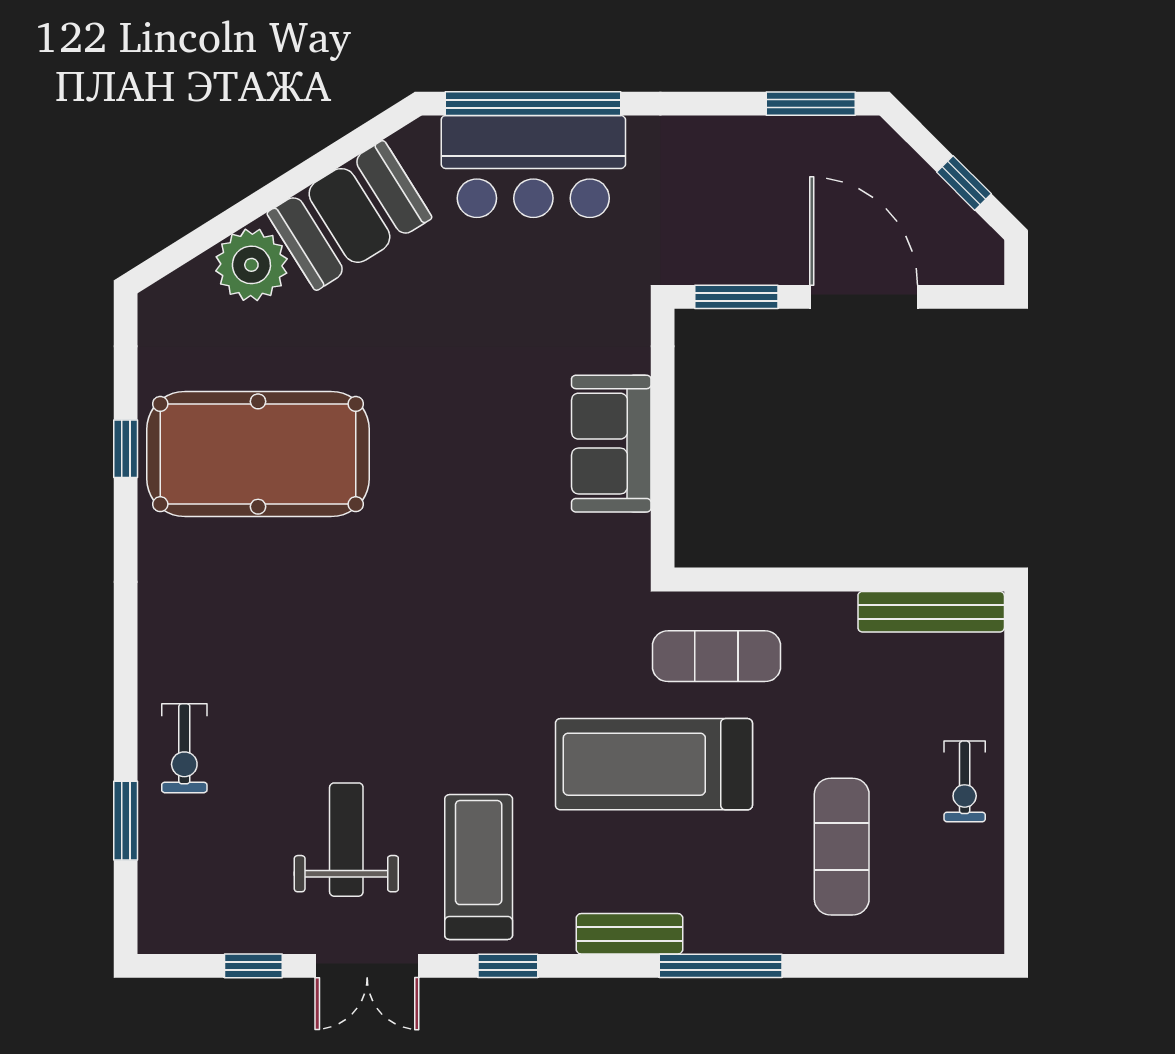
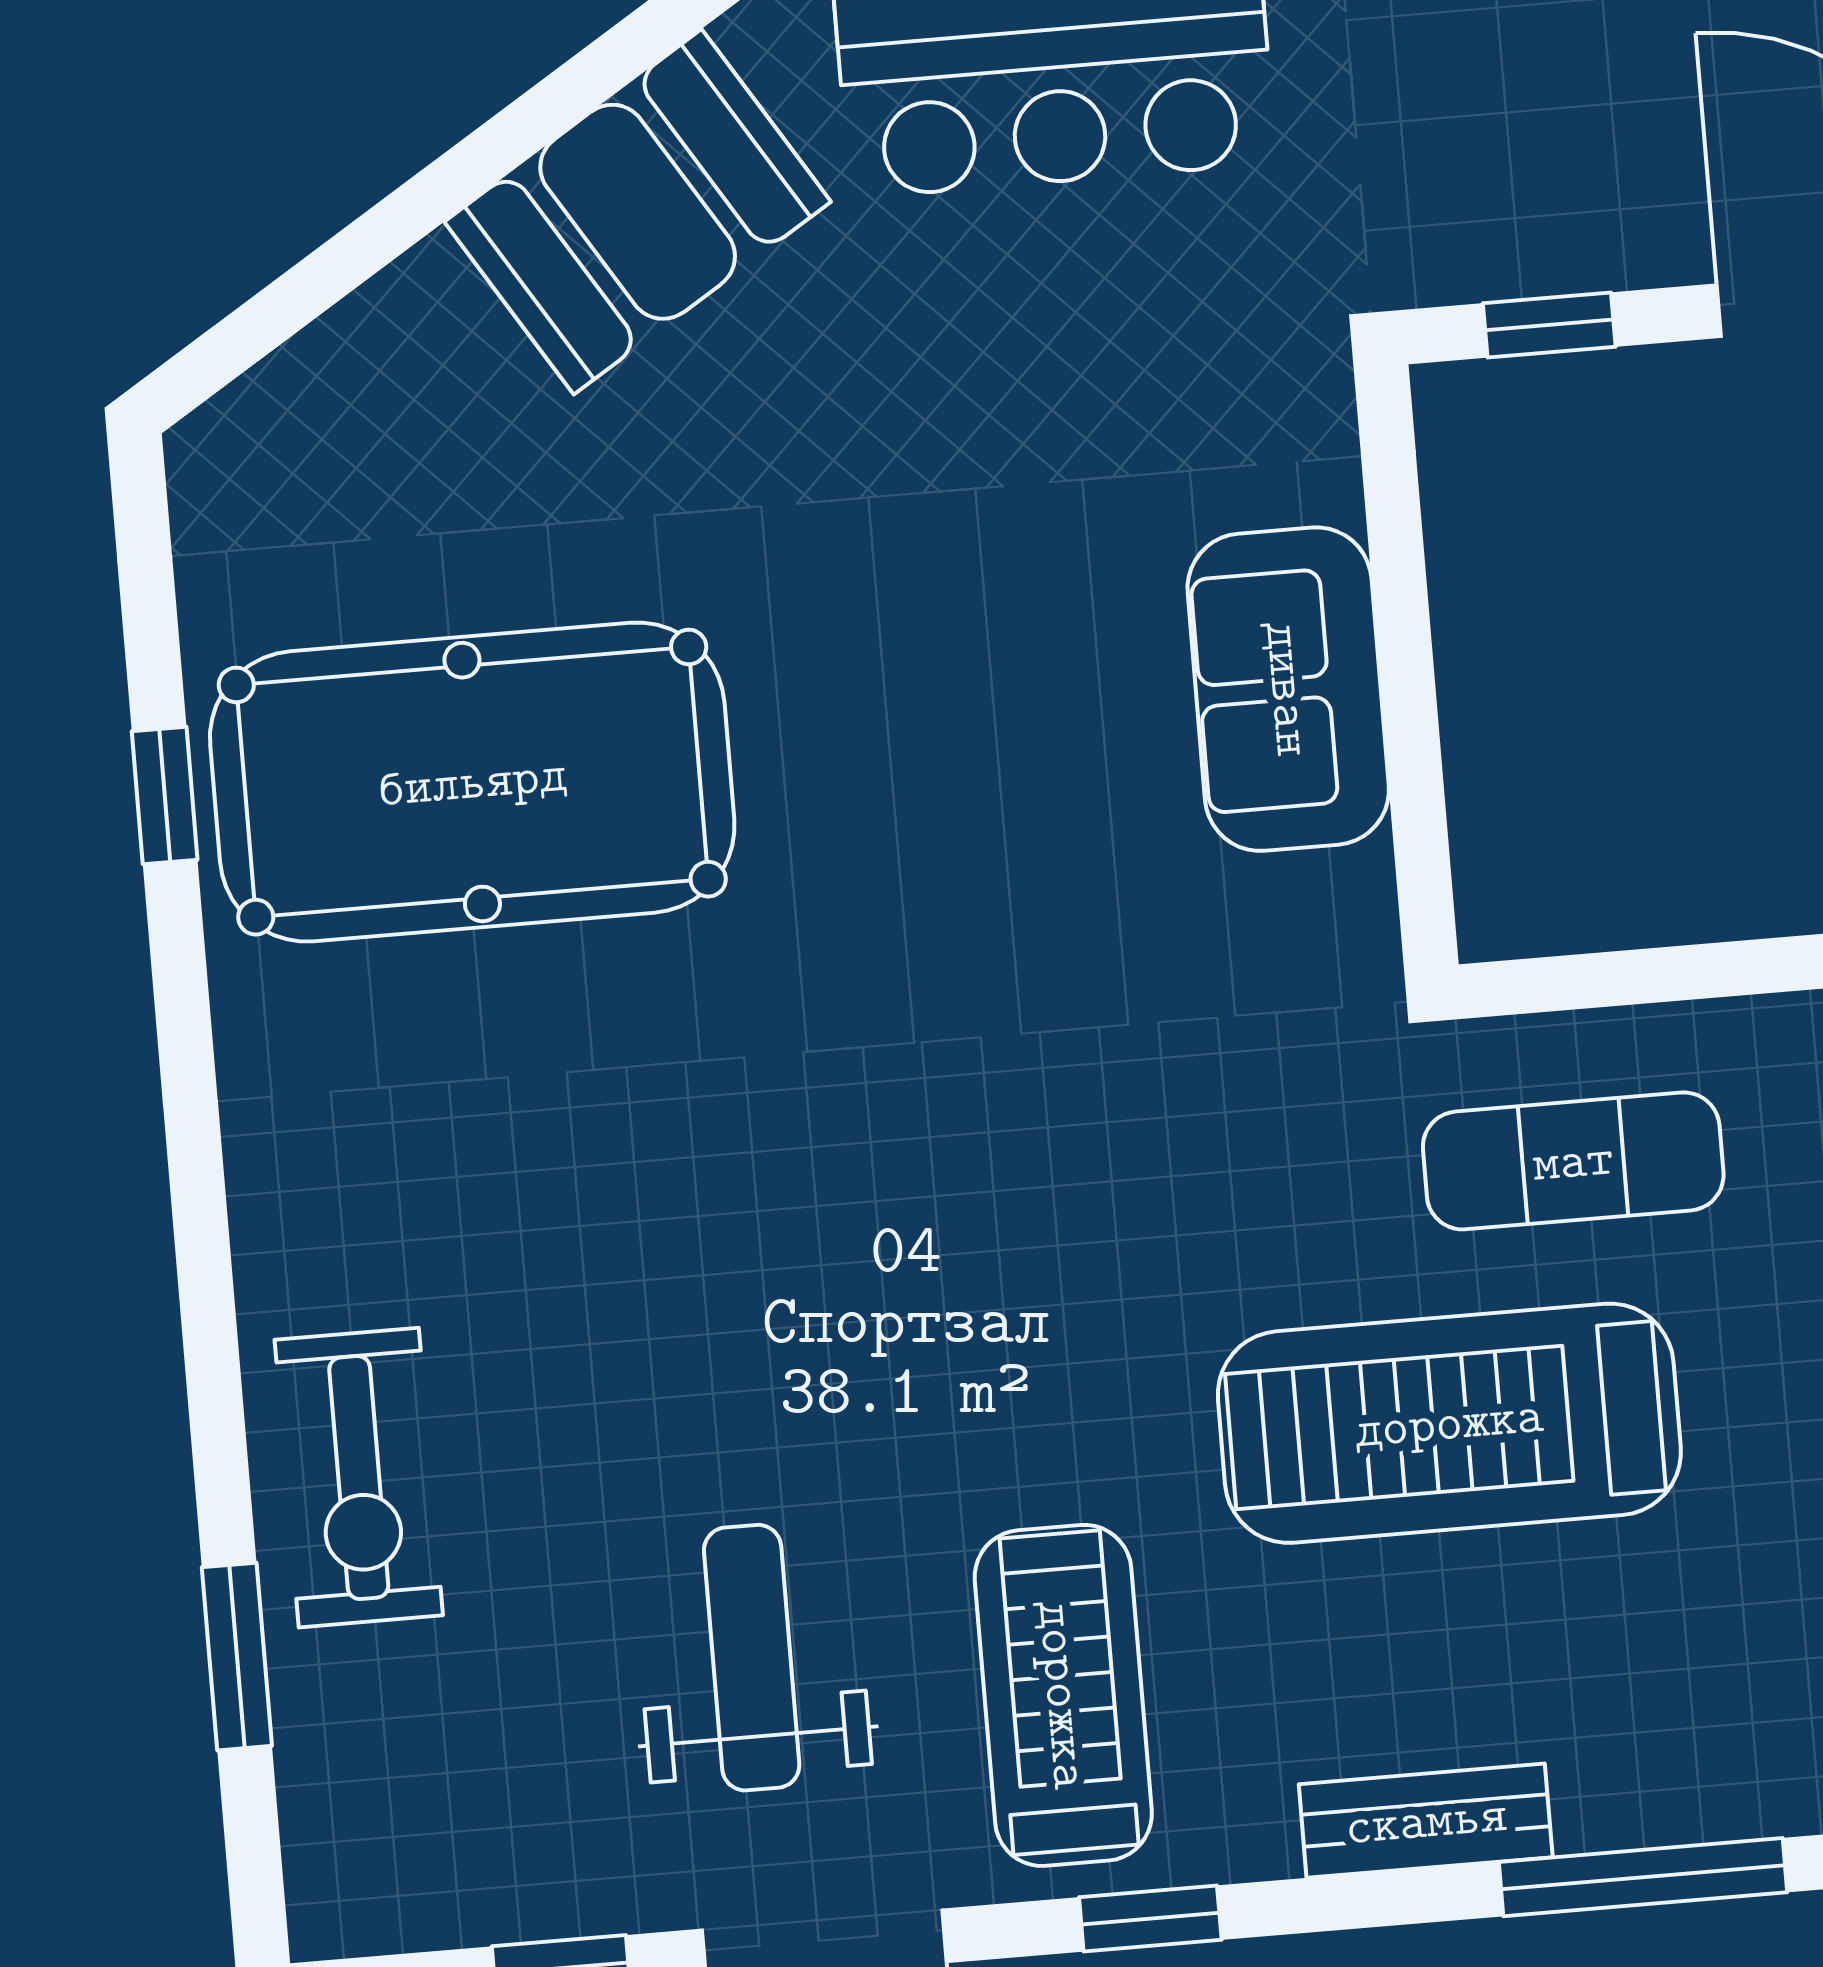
plant: (251, 265) -> (420, 345), removed
window: (736, 297) -> (1549, 325), width x0.67
exercise bike: (184, 748) -> (359, 1478), width x1.38, depth x1.39

